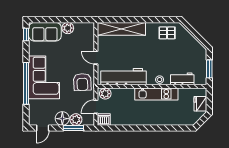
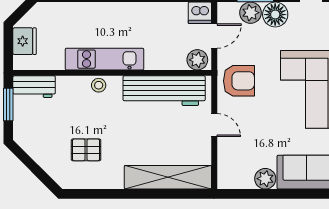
pallet: (167, 33) -> (86, 150), moved
workbench: (182, 79) -> (34, 87), moved
armchair: (82, 82) -> (239, 81), turned 93

